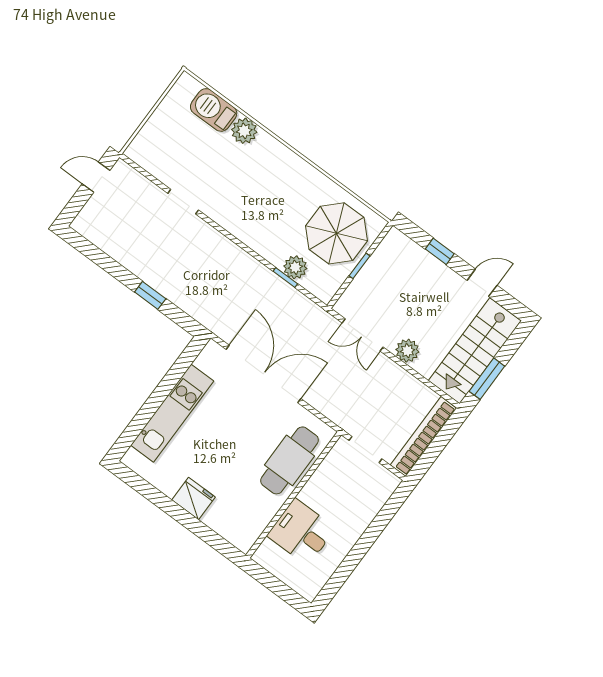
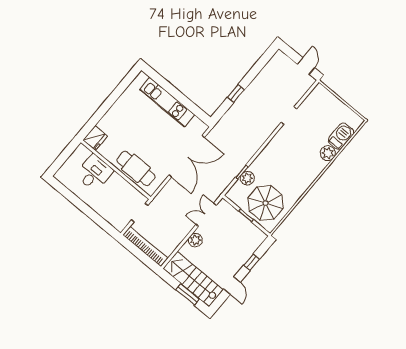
window: (487, 379) -> (188, 294), moved
fridge: (194, 498) -> (95, 138), moved

